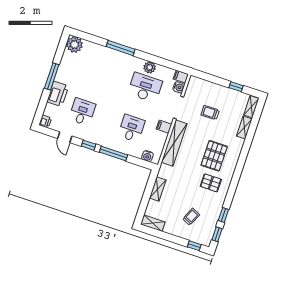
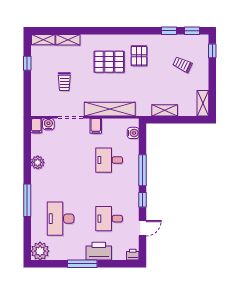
desk: (145, 87) -> (61, 219), moved

